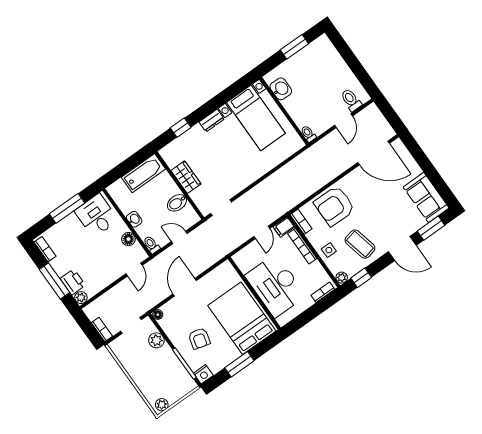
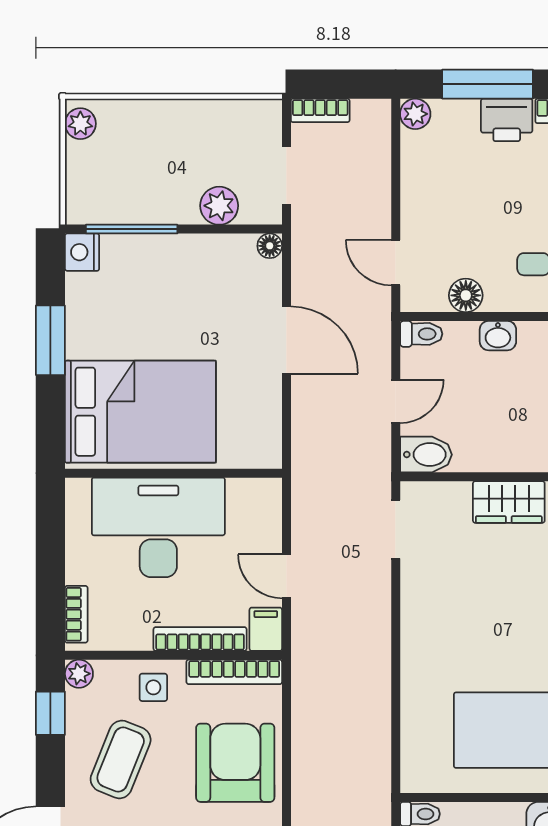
bidet: (177, 203) -> (426, 455), moved, turned 90
bookcase: (301, 222) -> (234, 672), width x1.56
coffee table: (360, 244) -> (121, 759), turned -55
printer: (73, 282) -> (507, 120), moved
armchair: (199, 338) -> (161, 296), removed

